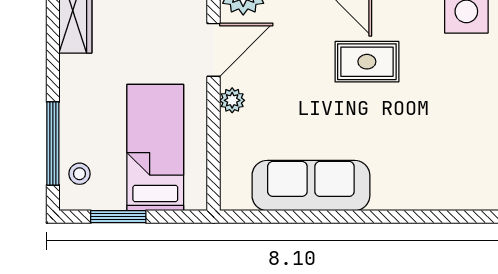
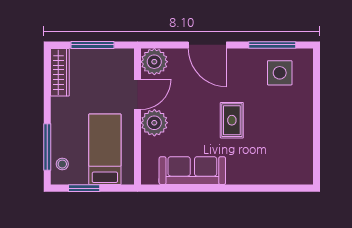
rug: (367, 62) -> (232, 120), moved, turned 90
plant: (232, 100) -> (154, 123), width x1.87, depth x1.87

